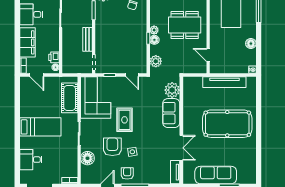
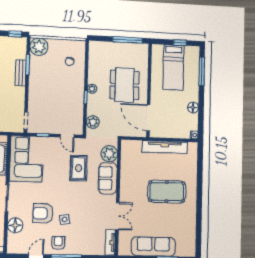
dining table: (185, 25) -> (125, 85), turned 90
bench: (87, 39) -> (21, 73), moved
floor lamp: (154, 40) -> (92, 99), removed
door: (208, 55) -> (148, 118), width x1.88
rug: (125, 120) -> (79, 168), moved
pool table: (227, 124) -> (167, 192), width x0.73, depth x0.76
armchair: (112, 147) -> (43, 213), turned -90

